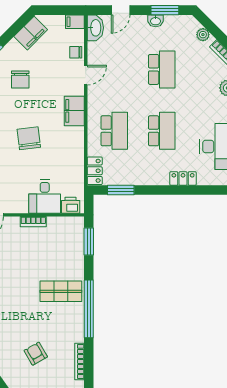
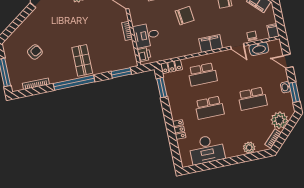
washbasin: (95, 28) -> (259, 49), moved
plant: (203, 35) -> (279, 120), width x1.88, depth x1.88

